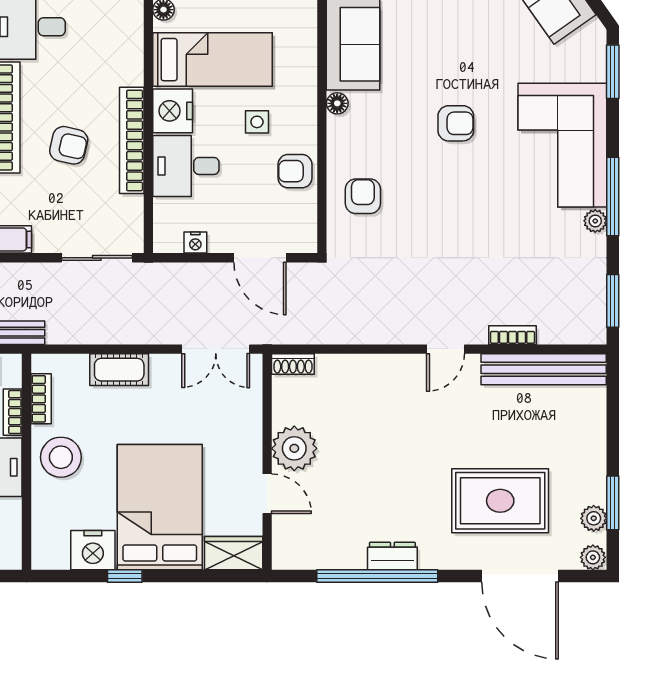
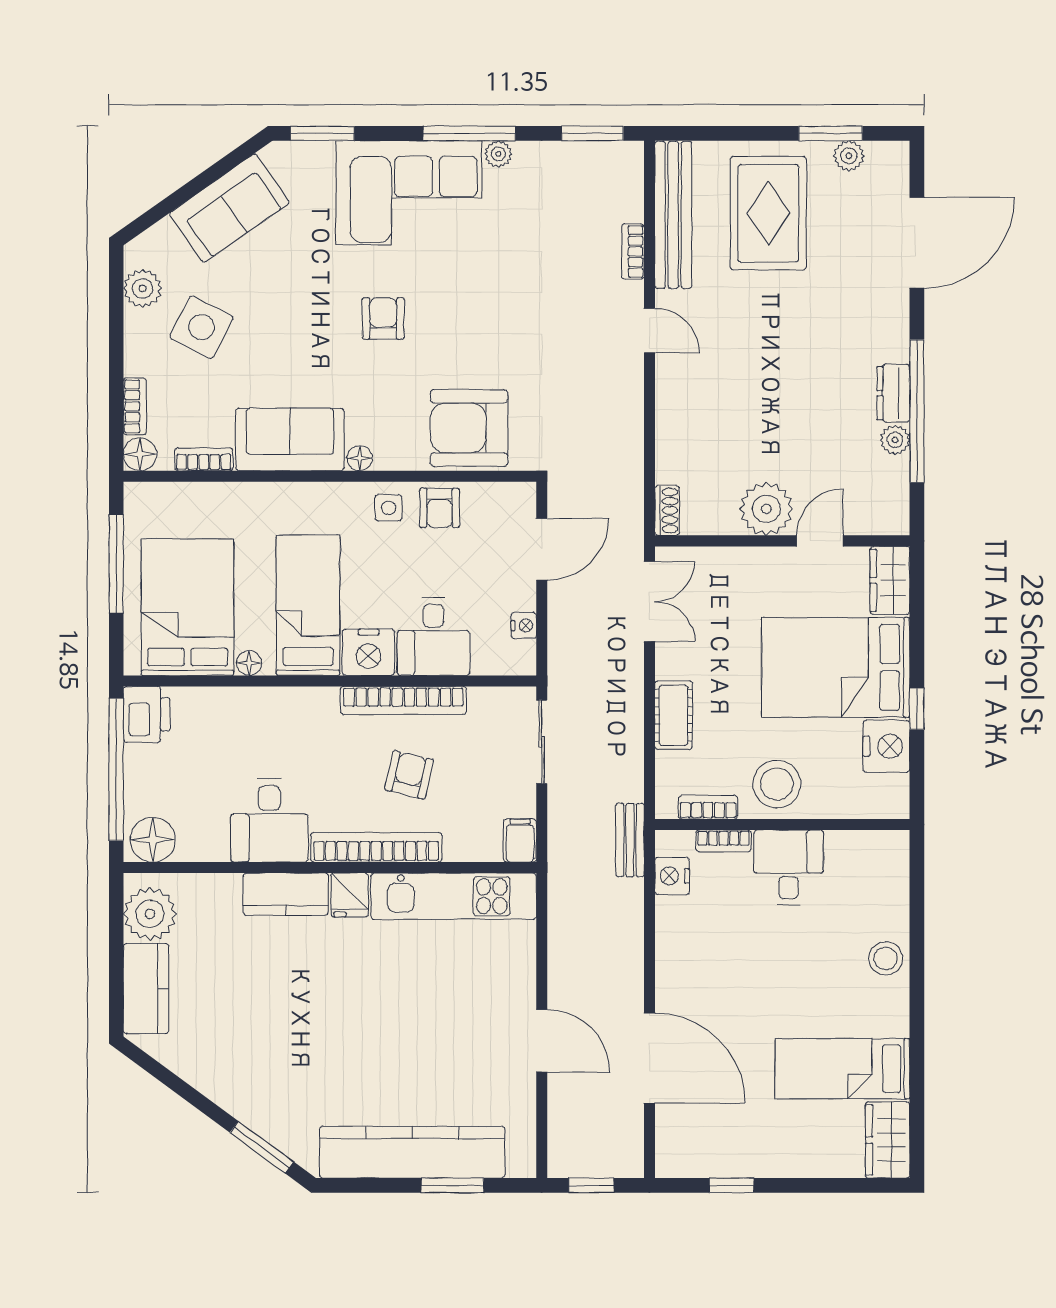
side table: (257, 122) -> (388, 508), moved
armchair: (363, 196) -> (469, 428), width x1.88, depth x1.88
rug: (500, 501) -> (768, 213), moved
plant: (593, 557) -> (895, 440), moved

